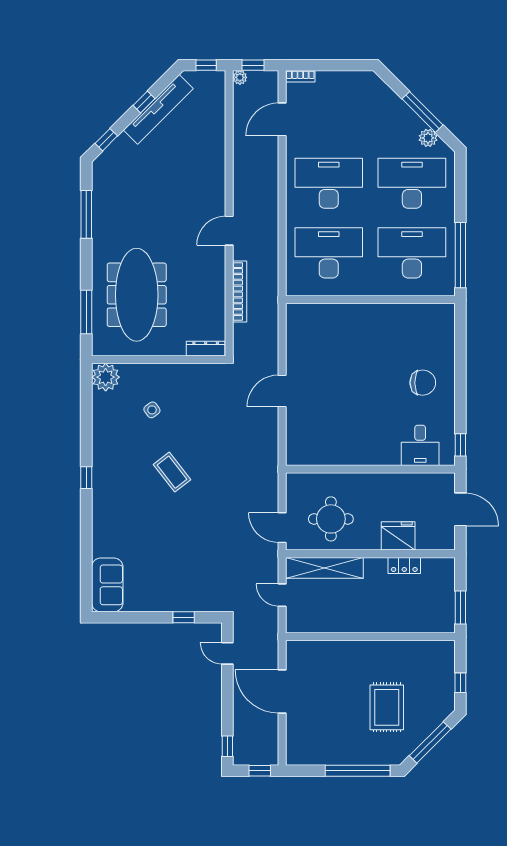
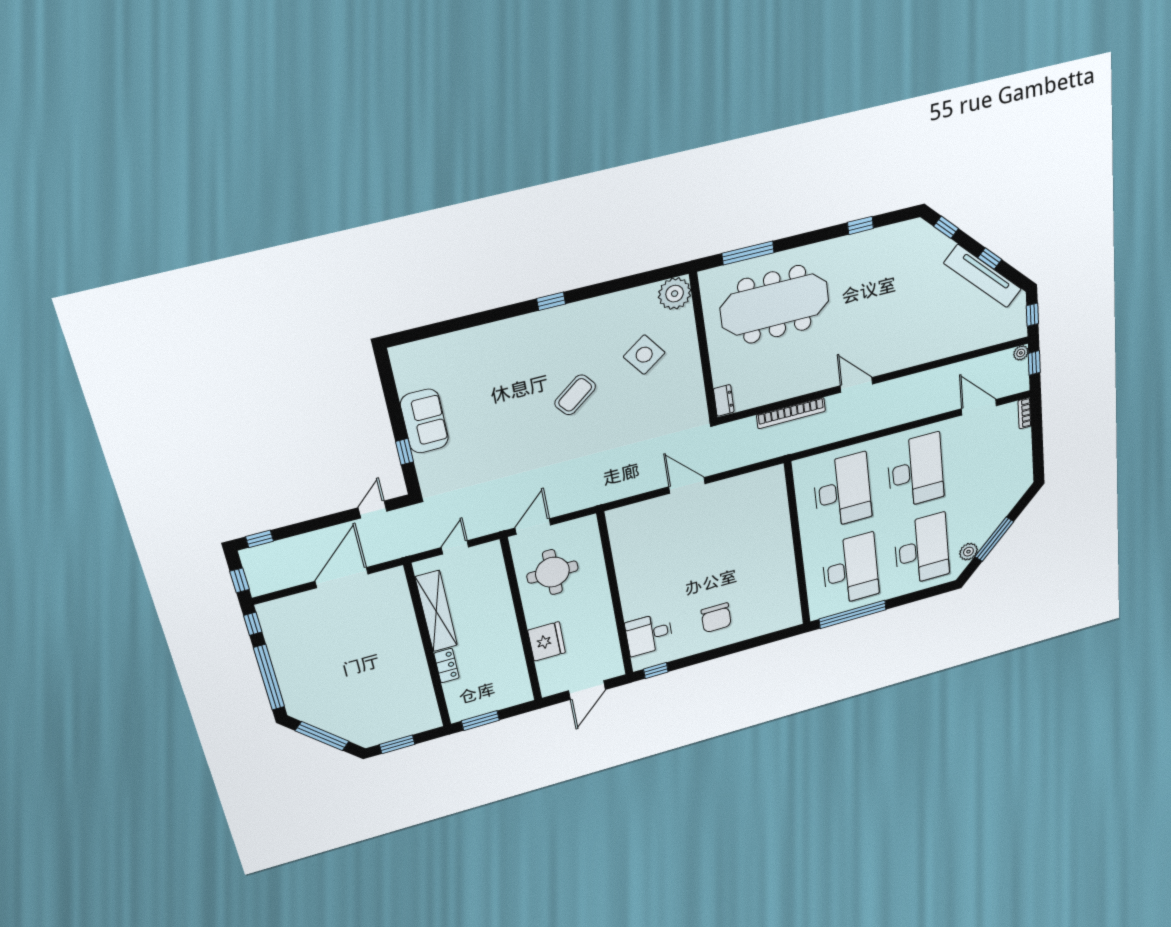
window: (86, 214) -> (860, 225), width x0.46
dresser: (206, 349) -> (724, 400), width x0.70
side table: (152, 410) -> (644, 355), width x1.87, depth x1.87
locker: (404, 565) -> (447, 666), moved, turned 180
shelving: (324, 568) -> (436, 611), moved
sofa: (107, 585) -> (424, 421), moved, turned -90
window: (460, 683) -> (397, 744), width x1.50
rug: (387, 707) -> (351, 685), removed
window: (303, 771) -> (253, 624), added

